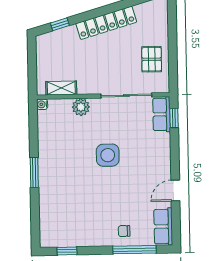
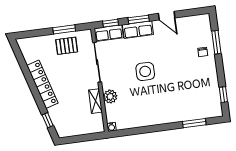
window: (173, 58) -> (64, 29), added
shelving: (61, 88) -> (95, 101), moved
window: (175, 154) -> (139, 19), added
window: (34, 172) -> (194, 123), moved
row of seats: (163, 226) -> (138, 30), moved
window: (134, 250) -> (216, 42), width x0.69

